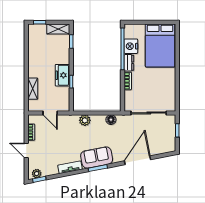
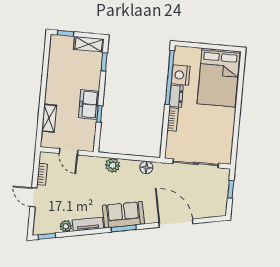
door: (138, 160) -> (176, 223), hinge flipped
plant: (37, 174) -> (66, 226), moved

